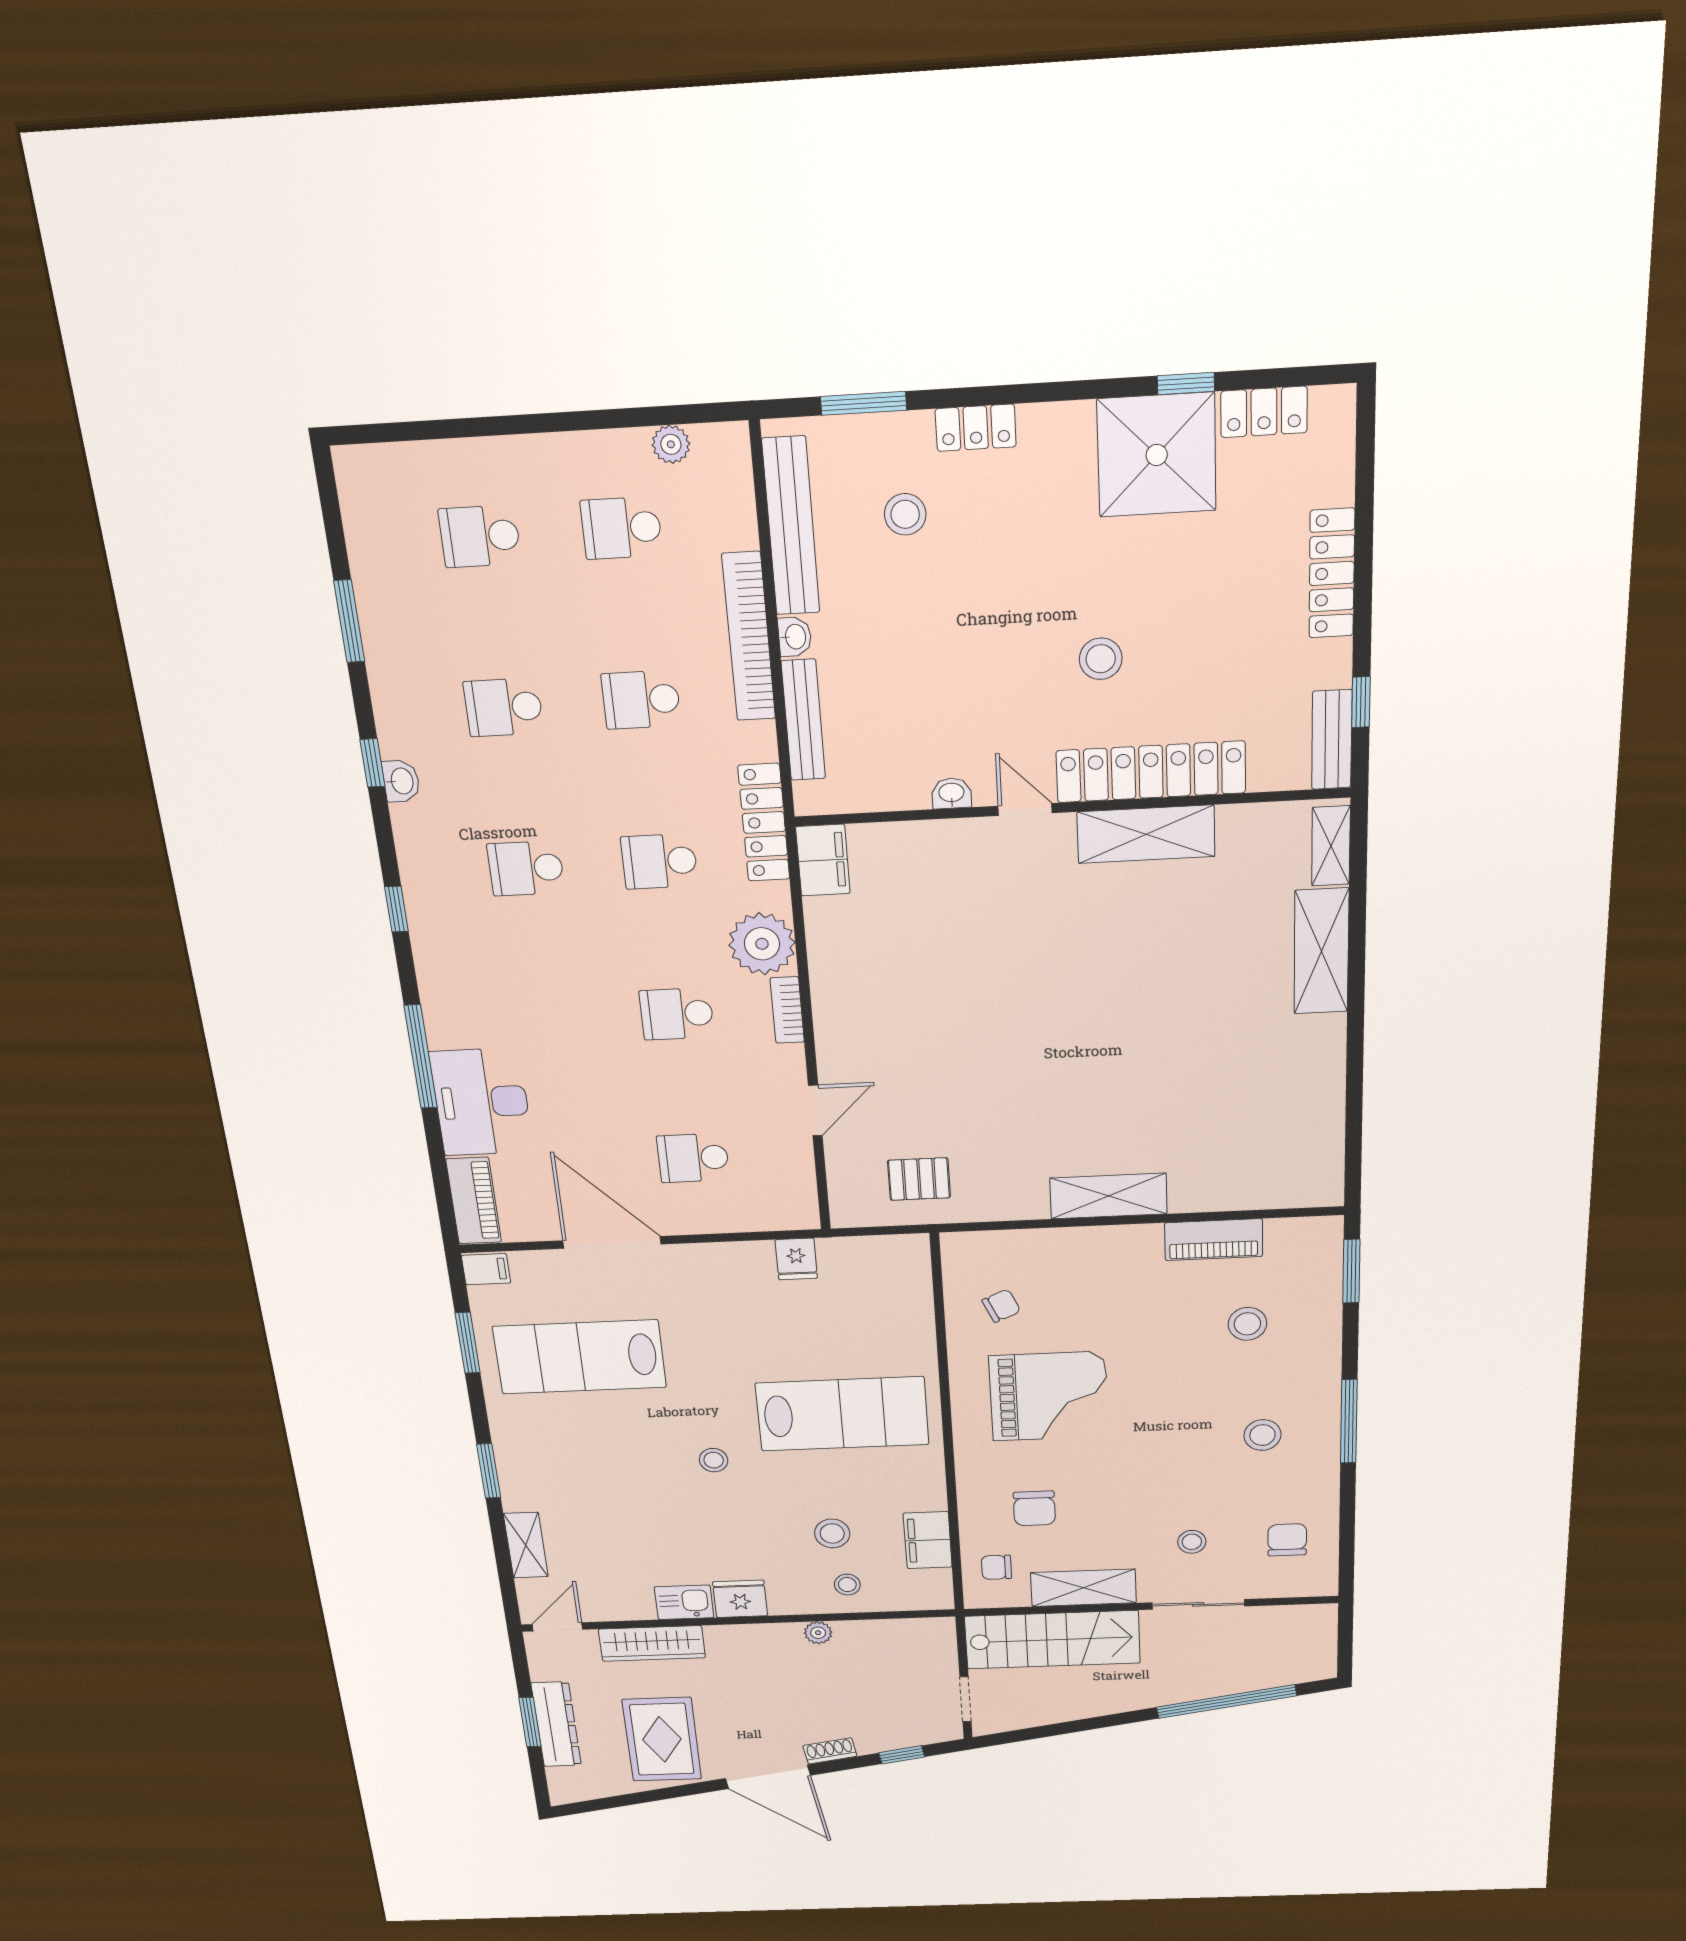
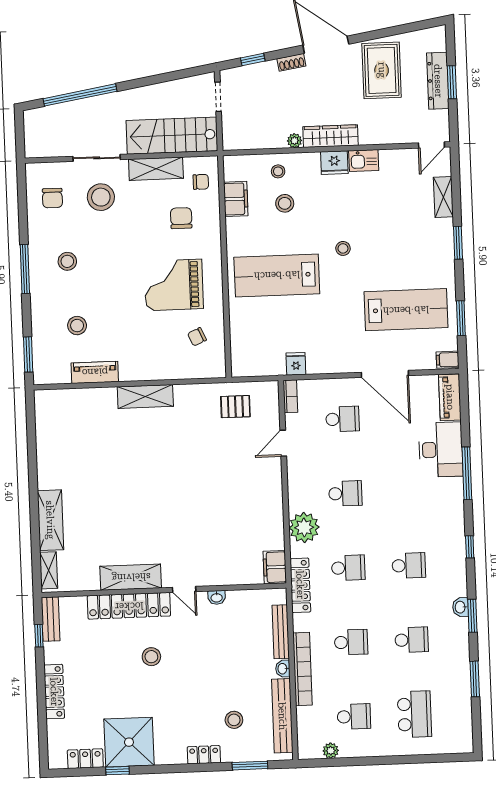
school desk: (480, 536) -> (414, 714), width x1.85
window: (372, 763) -> (472, 616), width x1.50
bookcase: (787, 1010) -> (290, 396), moved
stool: (1192, 1542) -> (101, 197), width x1.89, depth x1.89
wardrobe: (652, 1643) -> (330, 136), moved

